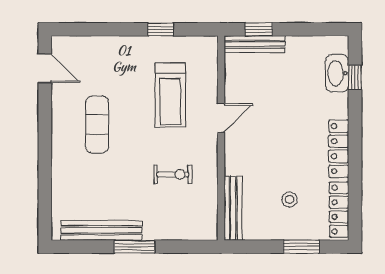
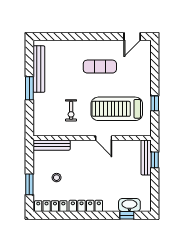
treadmill: (170, 95) -> (117, 109), width x1.37, depth x1.38

